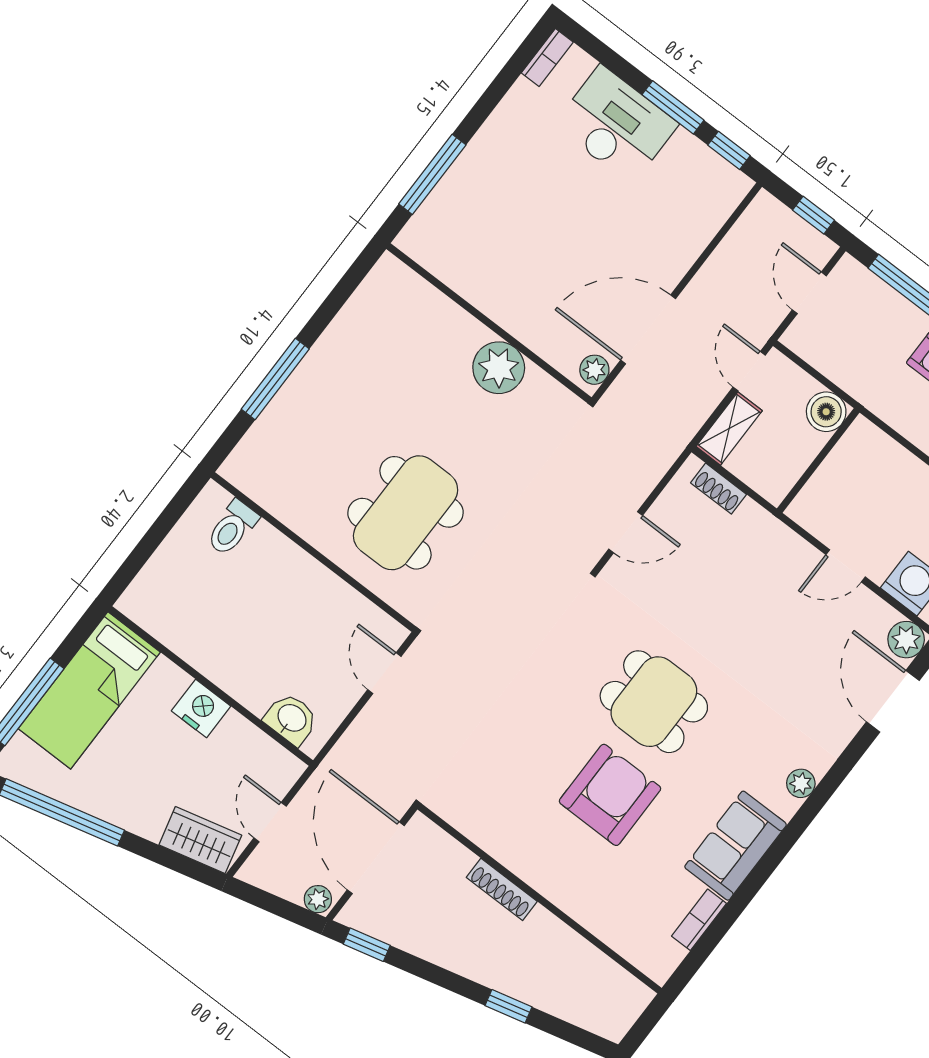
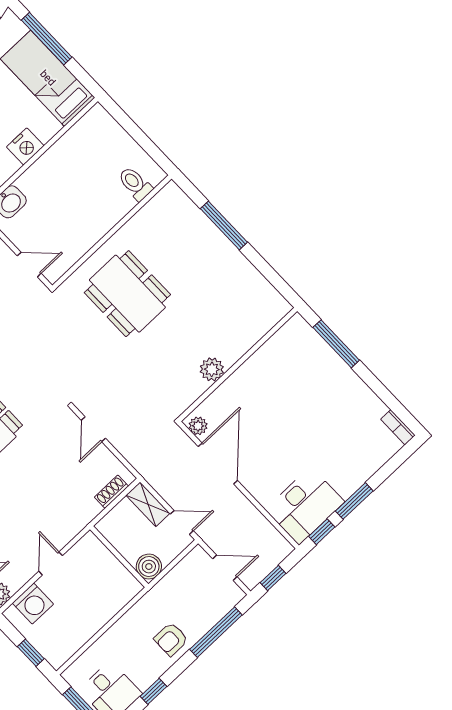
desk: (616, 125) -> (305, 506), moved
plant: (499, 368) -> (212, 369), width x0.73, depth x0.73

